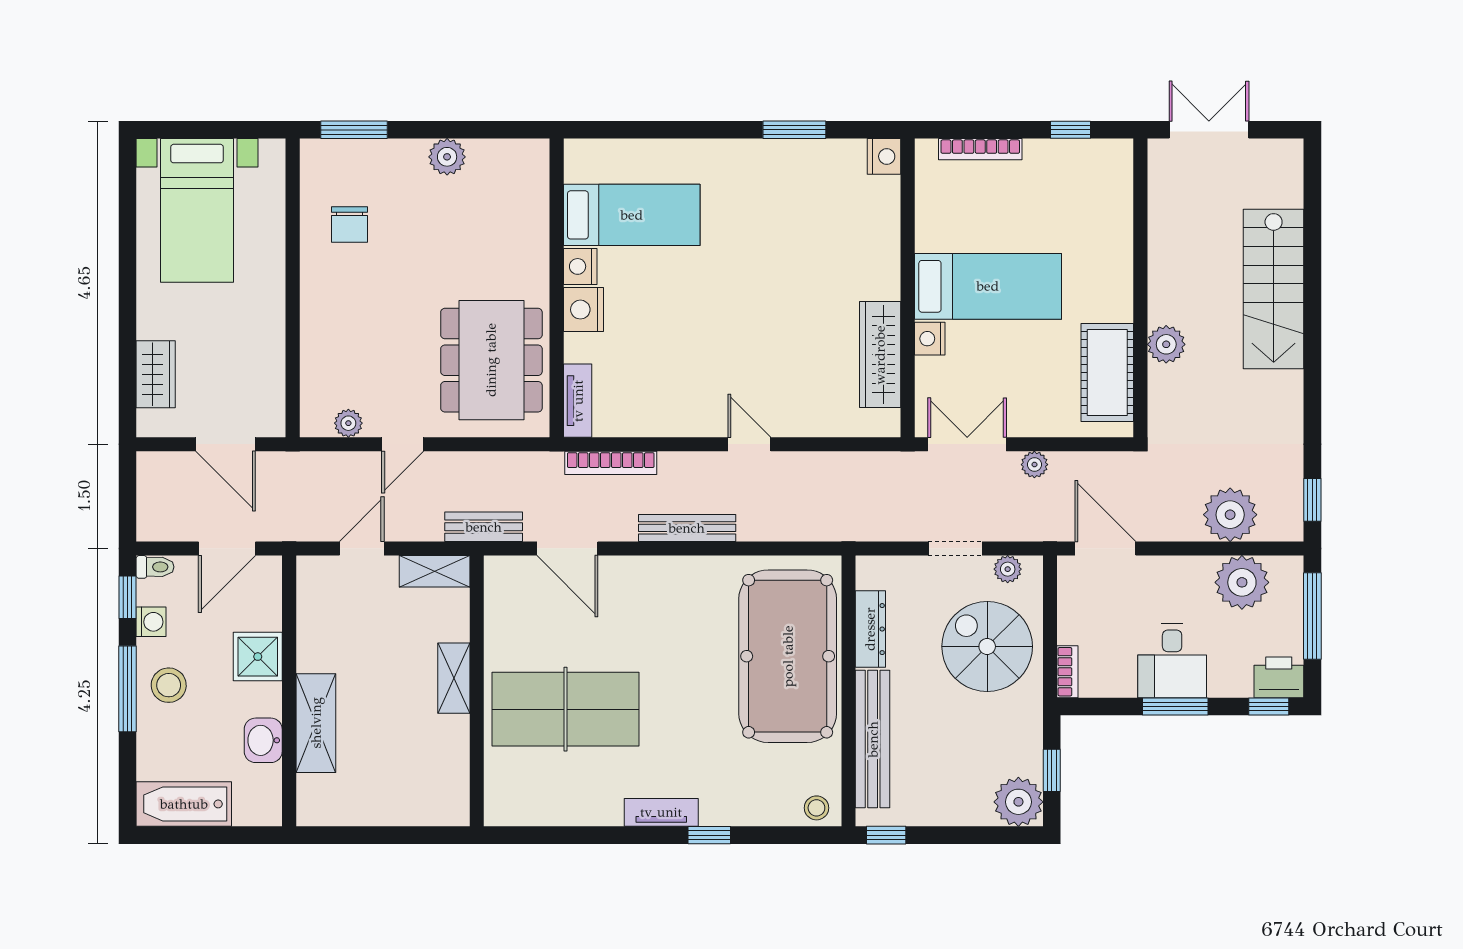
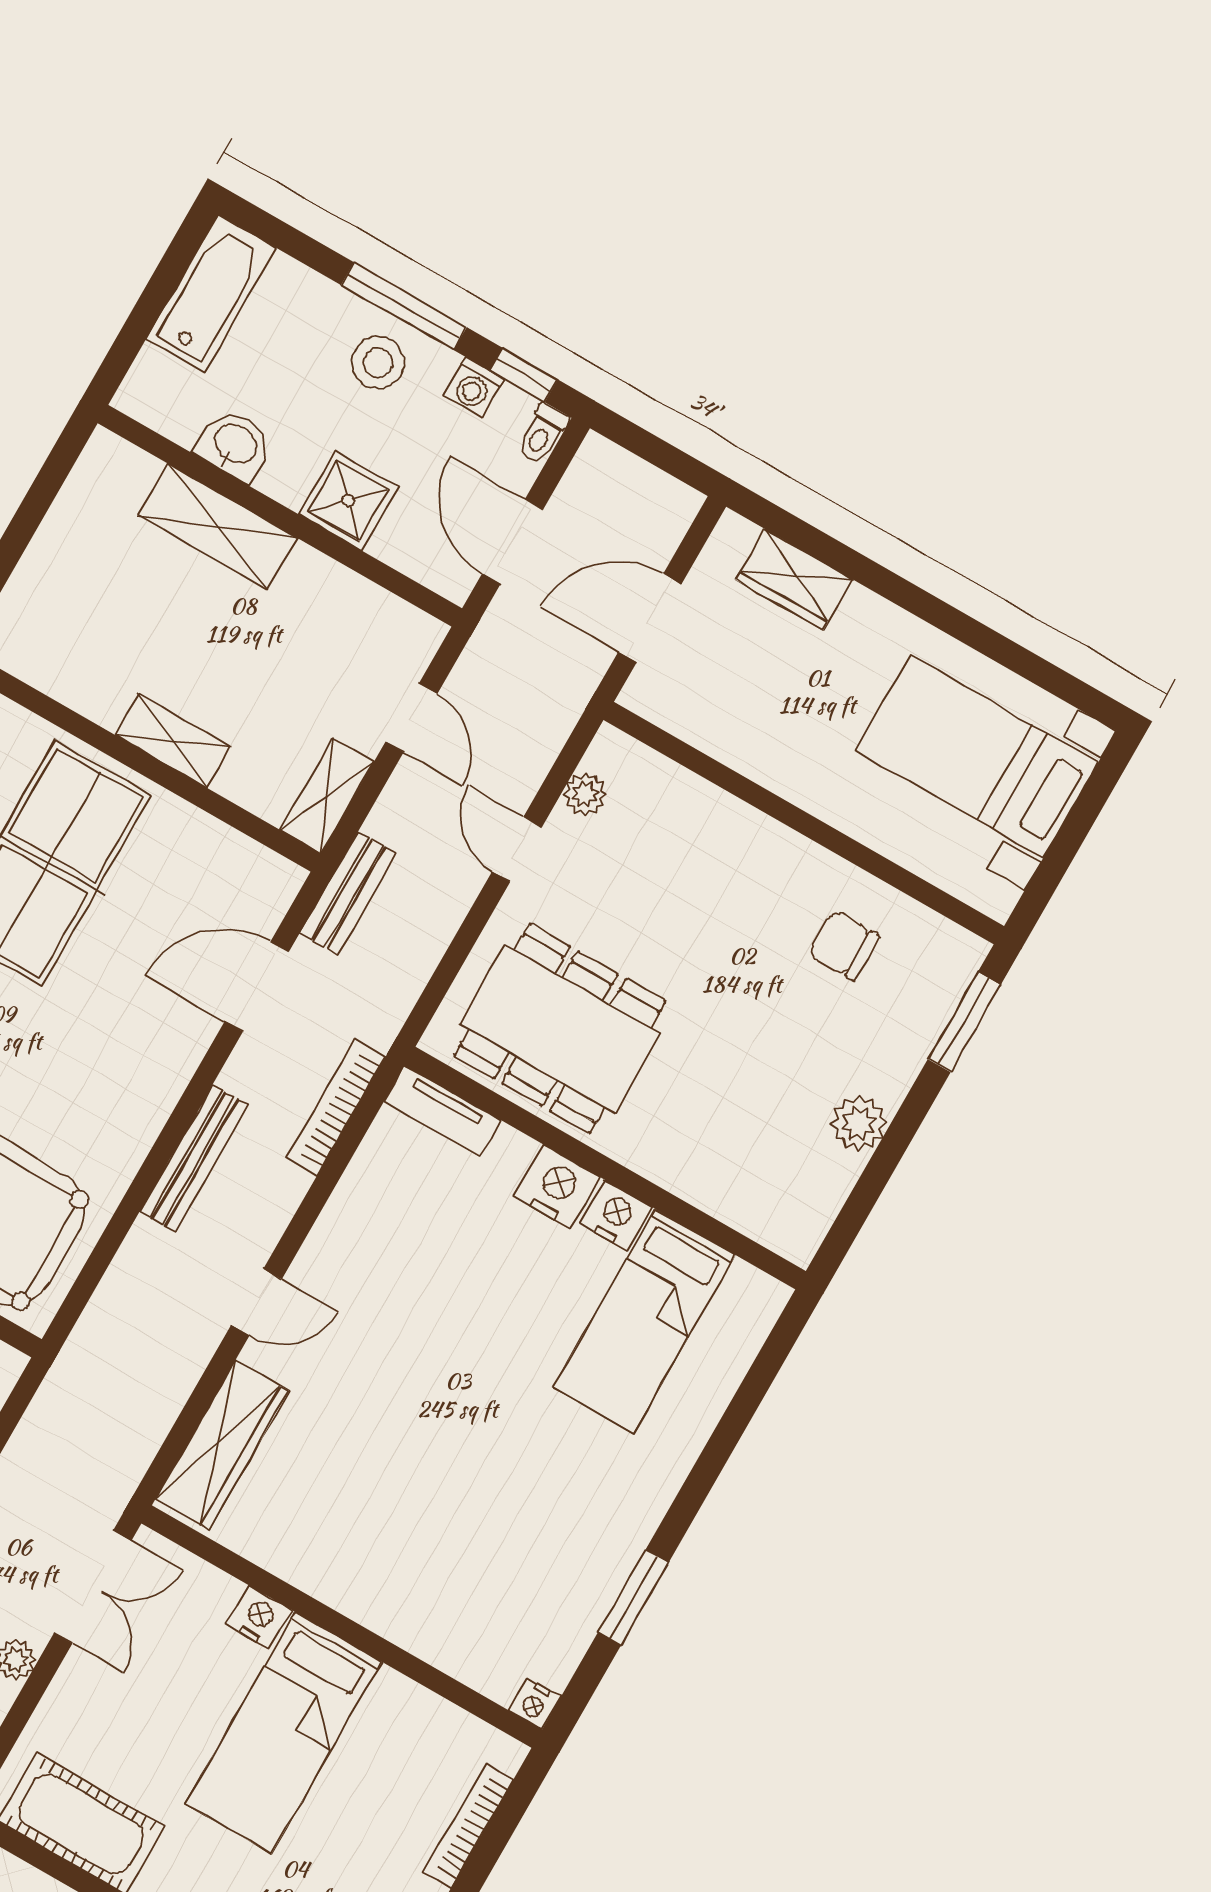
nightstand: (884, 156) -> (534, 1704), width x0.72, depth x0.74
wardrobe: (880, 355) -> (222, 1445), moved, turned 90

